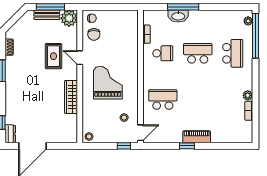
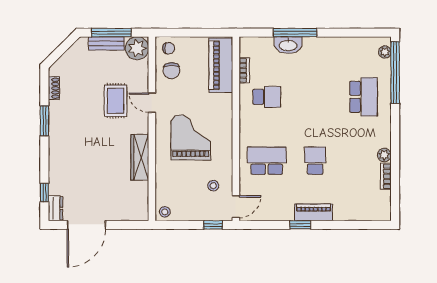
piano: (130, 31) -> (221, 65), added
school desk: (198, 53) -> (315, 161), moved, width x0.54

